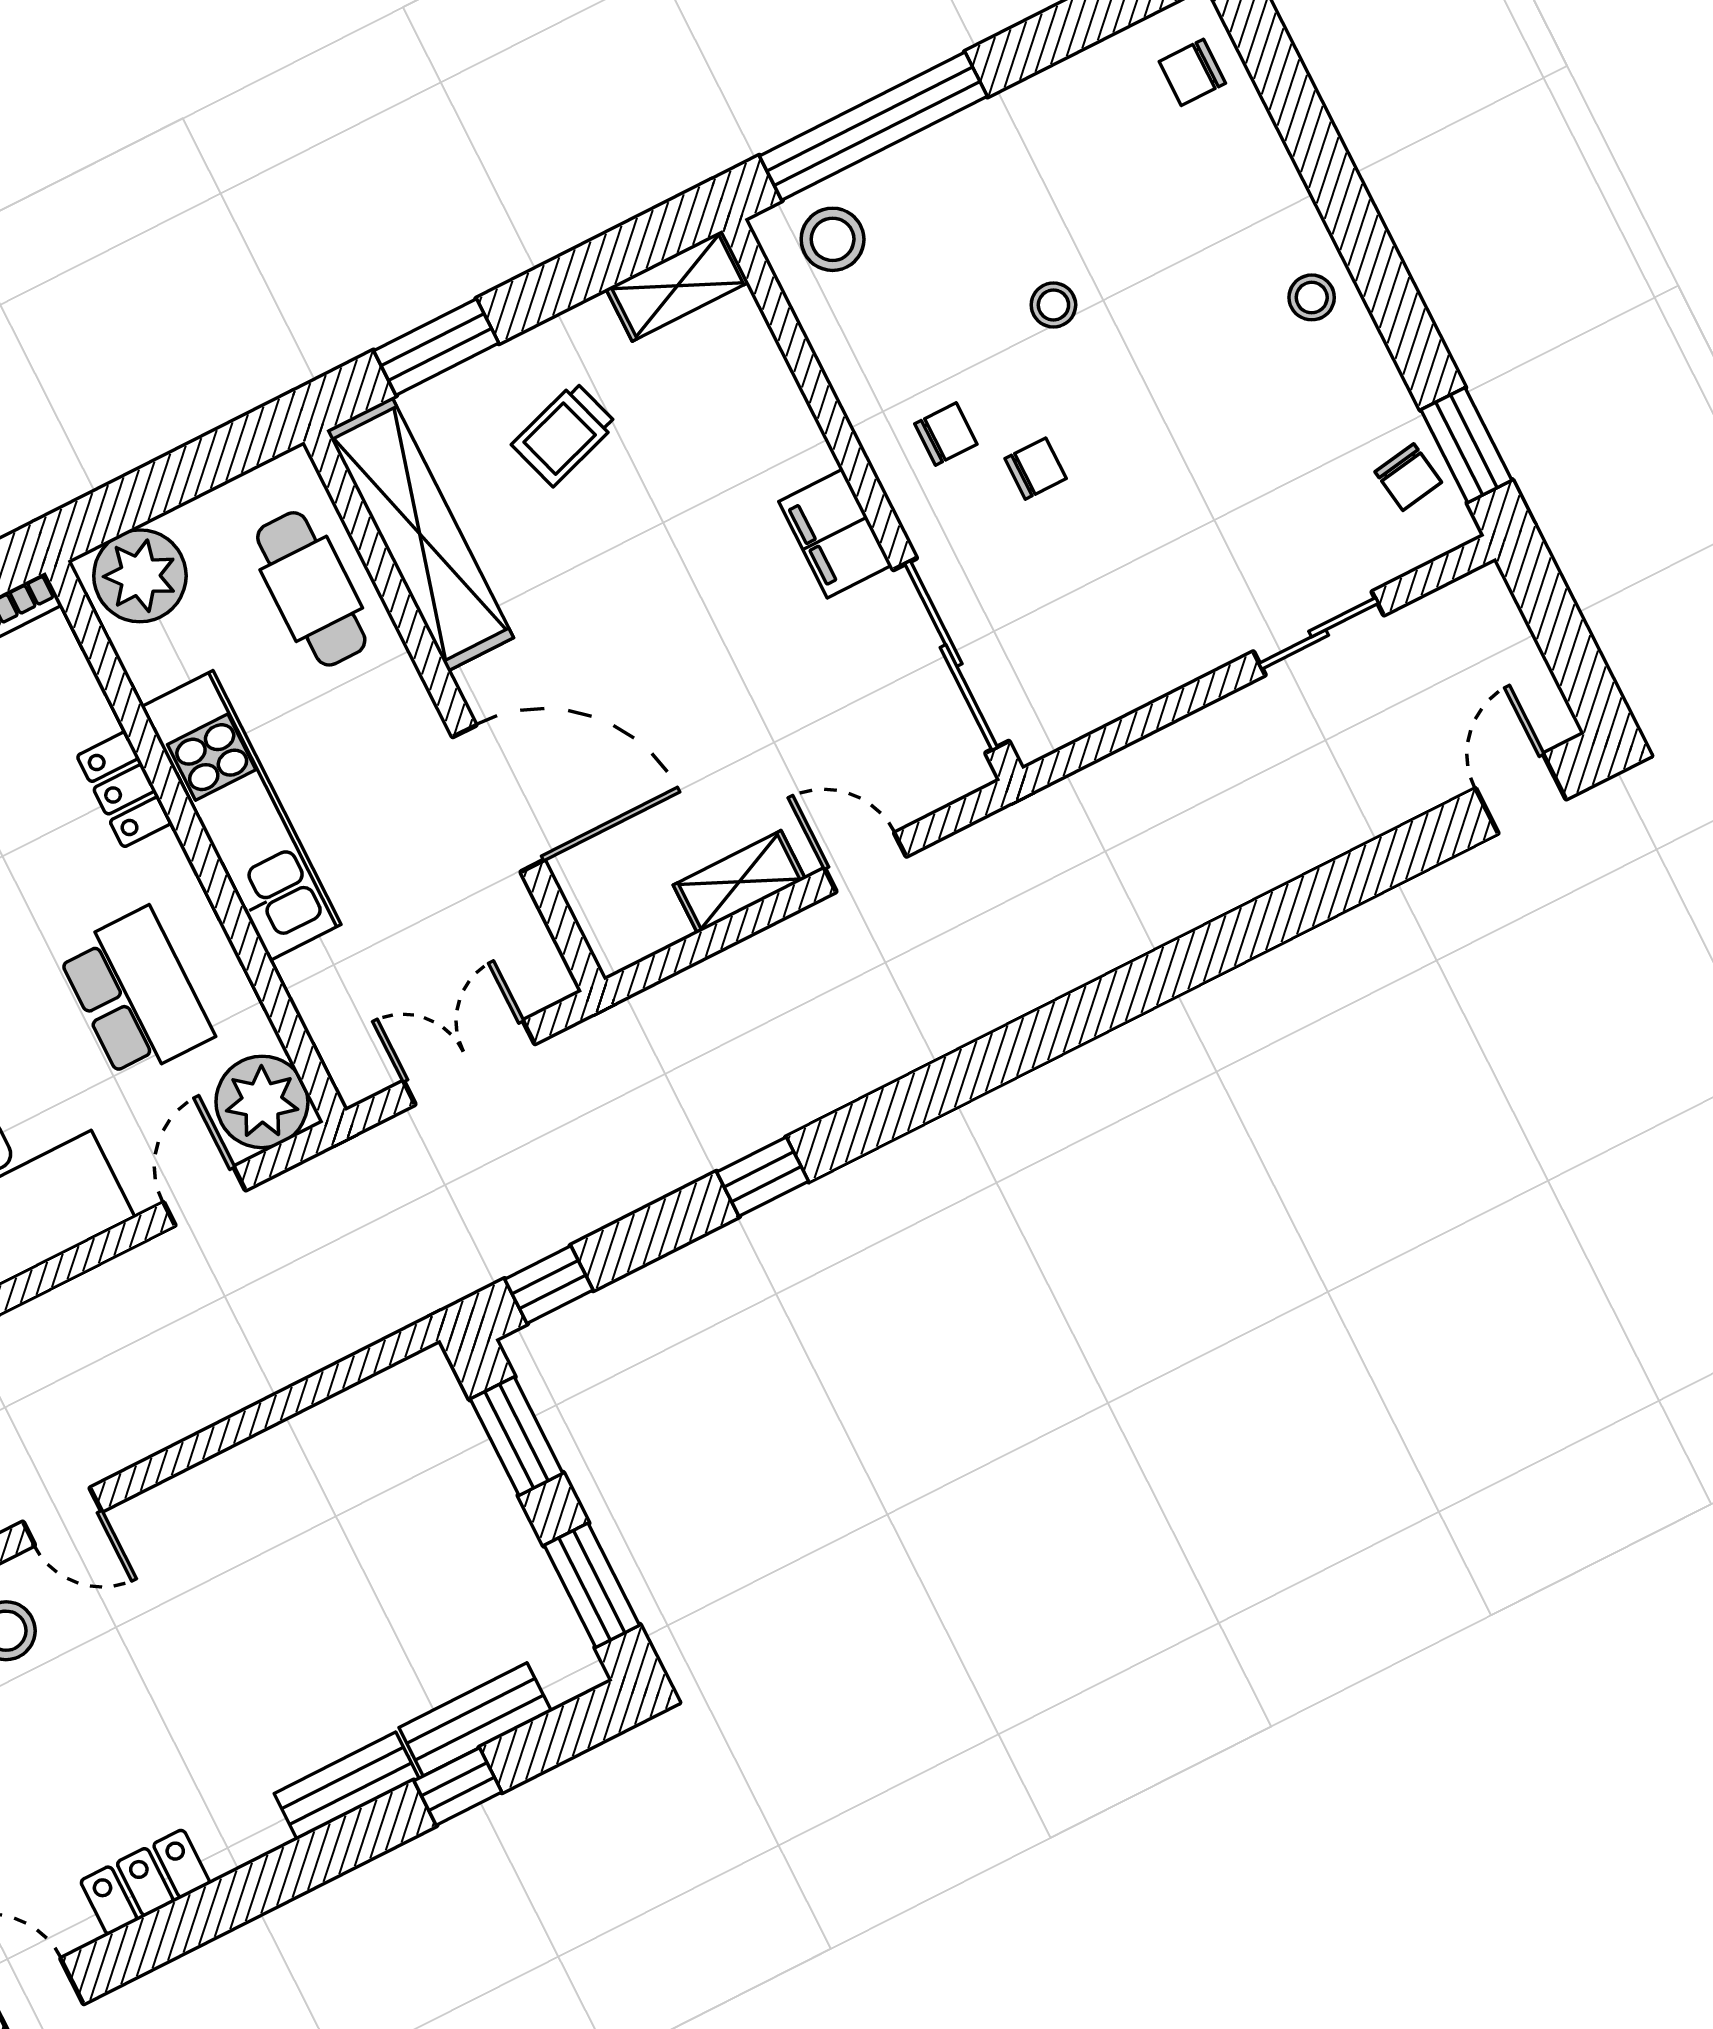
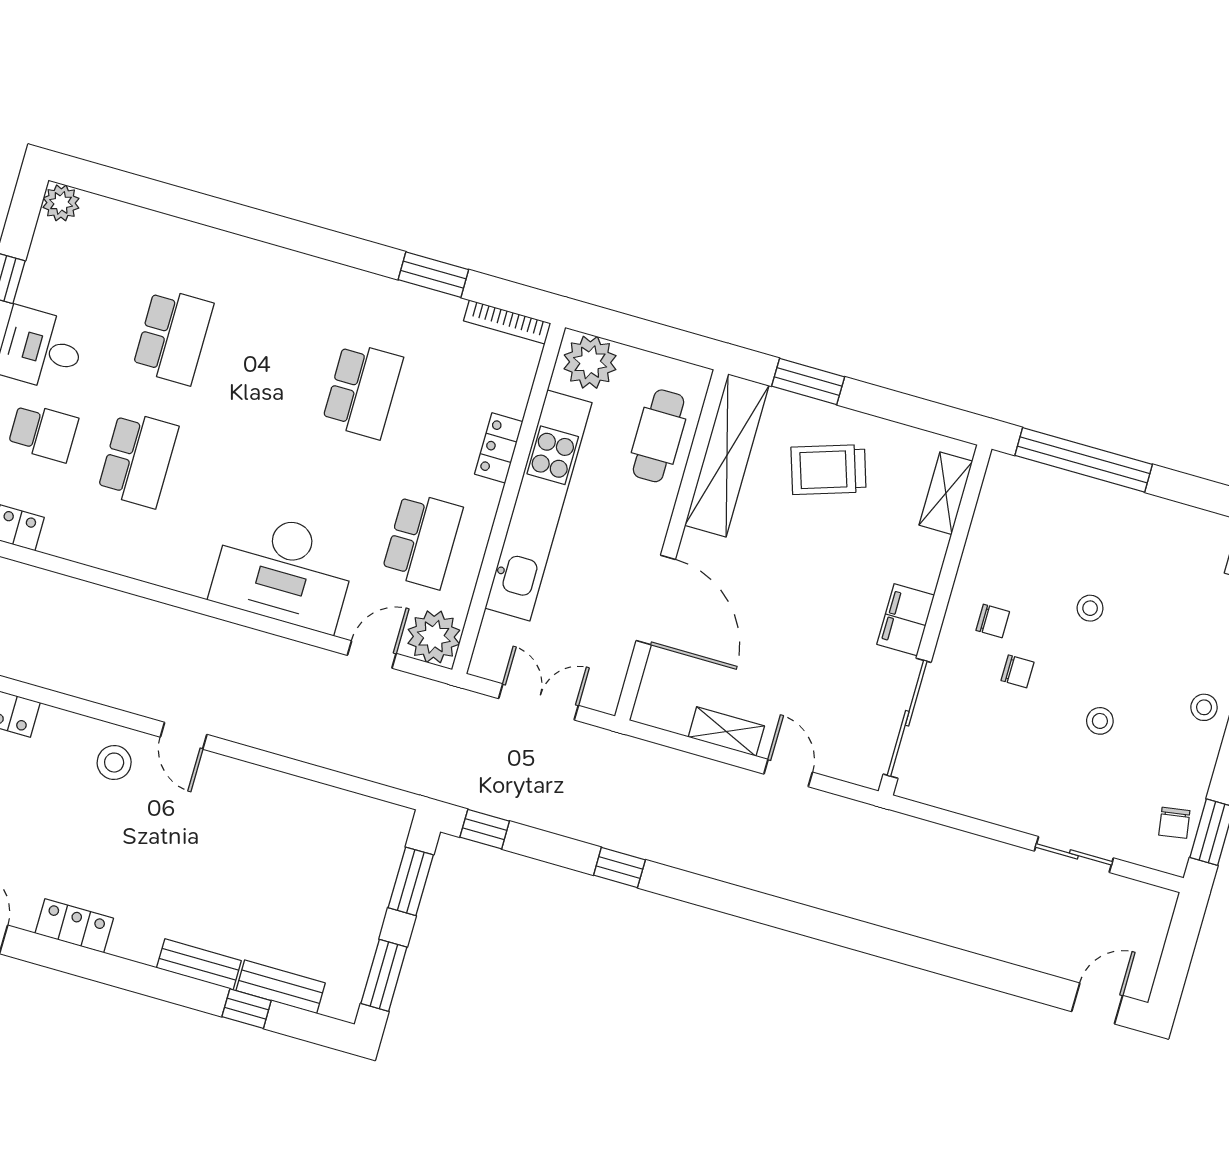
stool: (833, 239) -> (1100, 721), moved, width x0.73, depth x0.73
shelving: (677, 286) -> (946, 493), moved, turned 90
trolley: (564, 434) -> (829, 470), width x1.36, depth x1.39
kitchen unit: (241, 816) -> (538, 505), width x1.36

